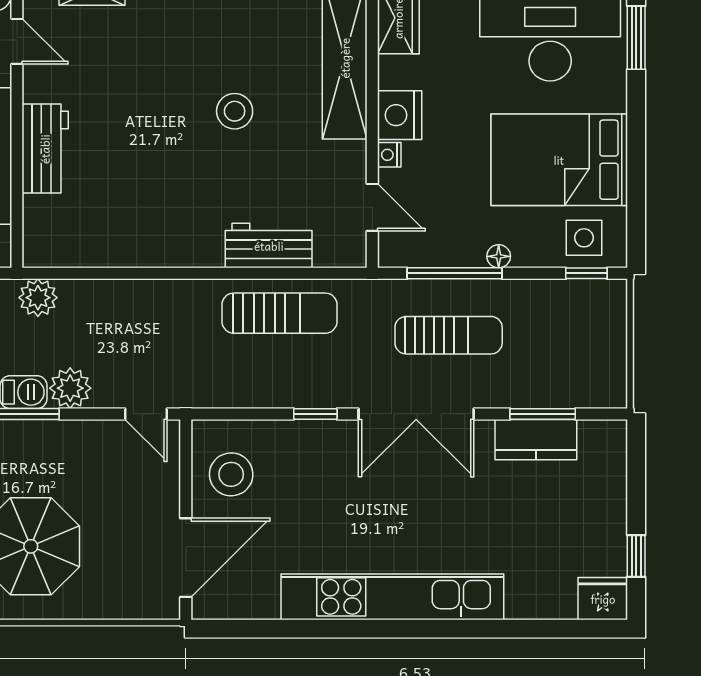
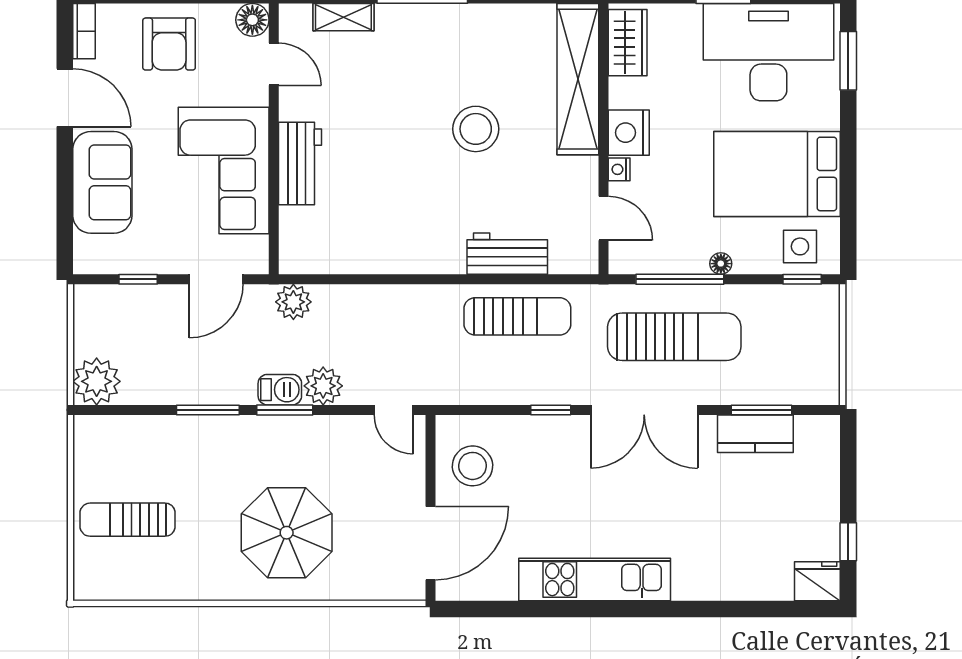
stool: (235, 111) -> (476, 129), width x1.38, depth x1.38
sun lounger: (449, 335) -> (674, 337), width x1.36, depth x1.34
kitchen unit: (392, 597) -> (595, 580), width x0.73

